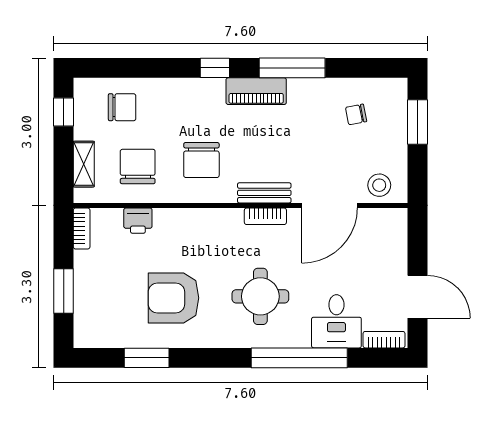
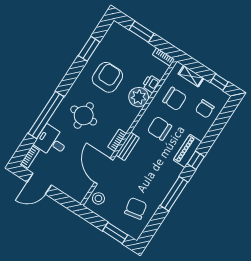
piano: (256, 91) -> (187, 151), moved
chair: (356, 114) -> (136, 208), width x1.87, depth x1.87
plant: (173, 227) -> (139, 97), added

